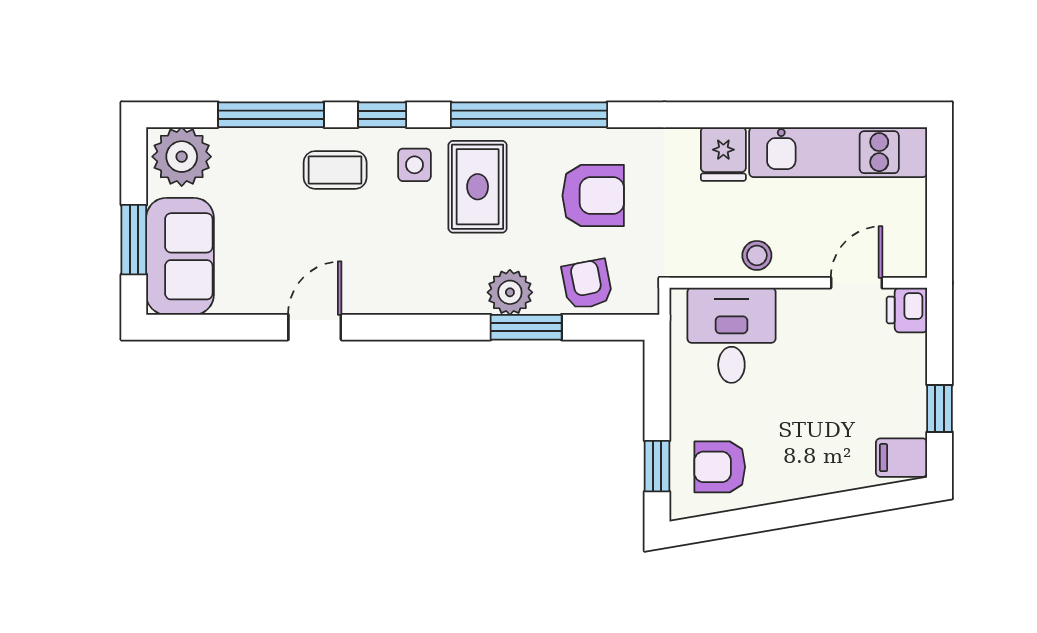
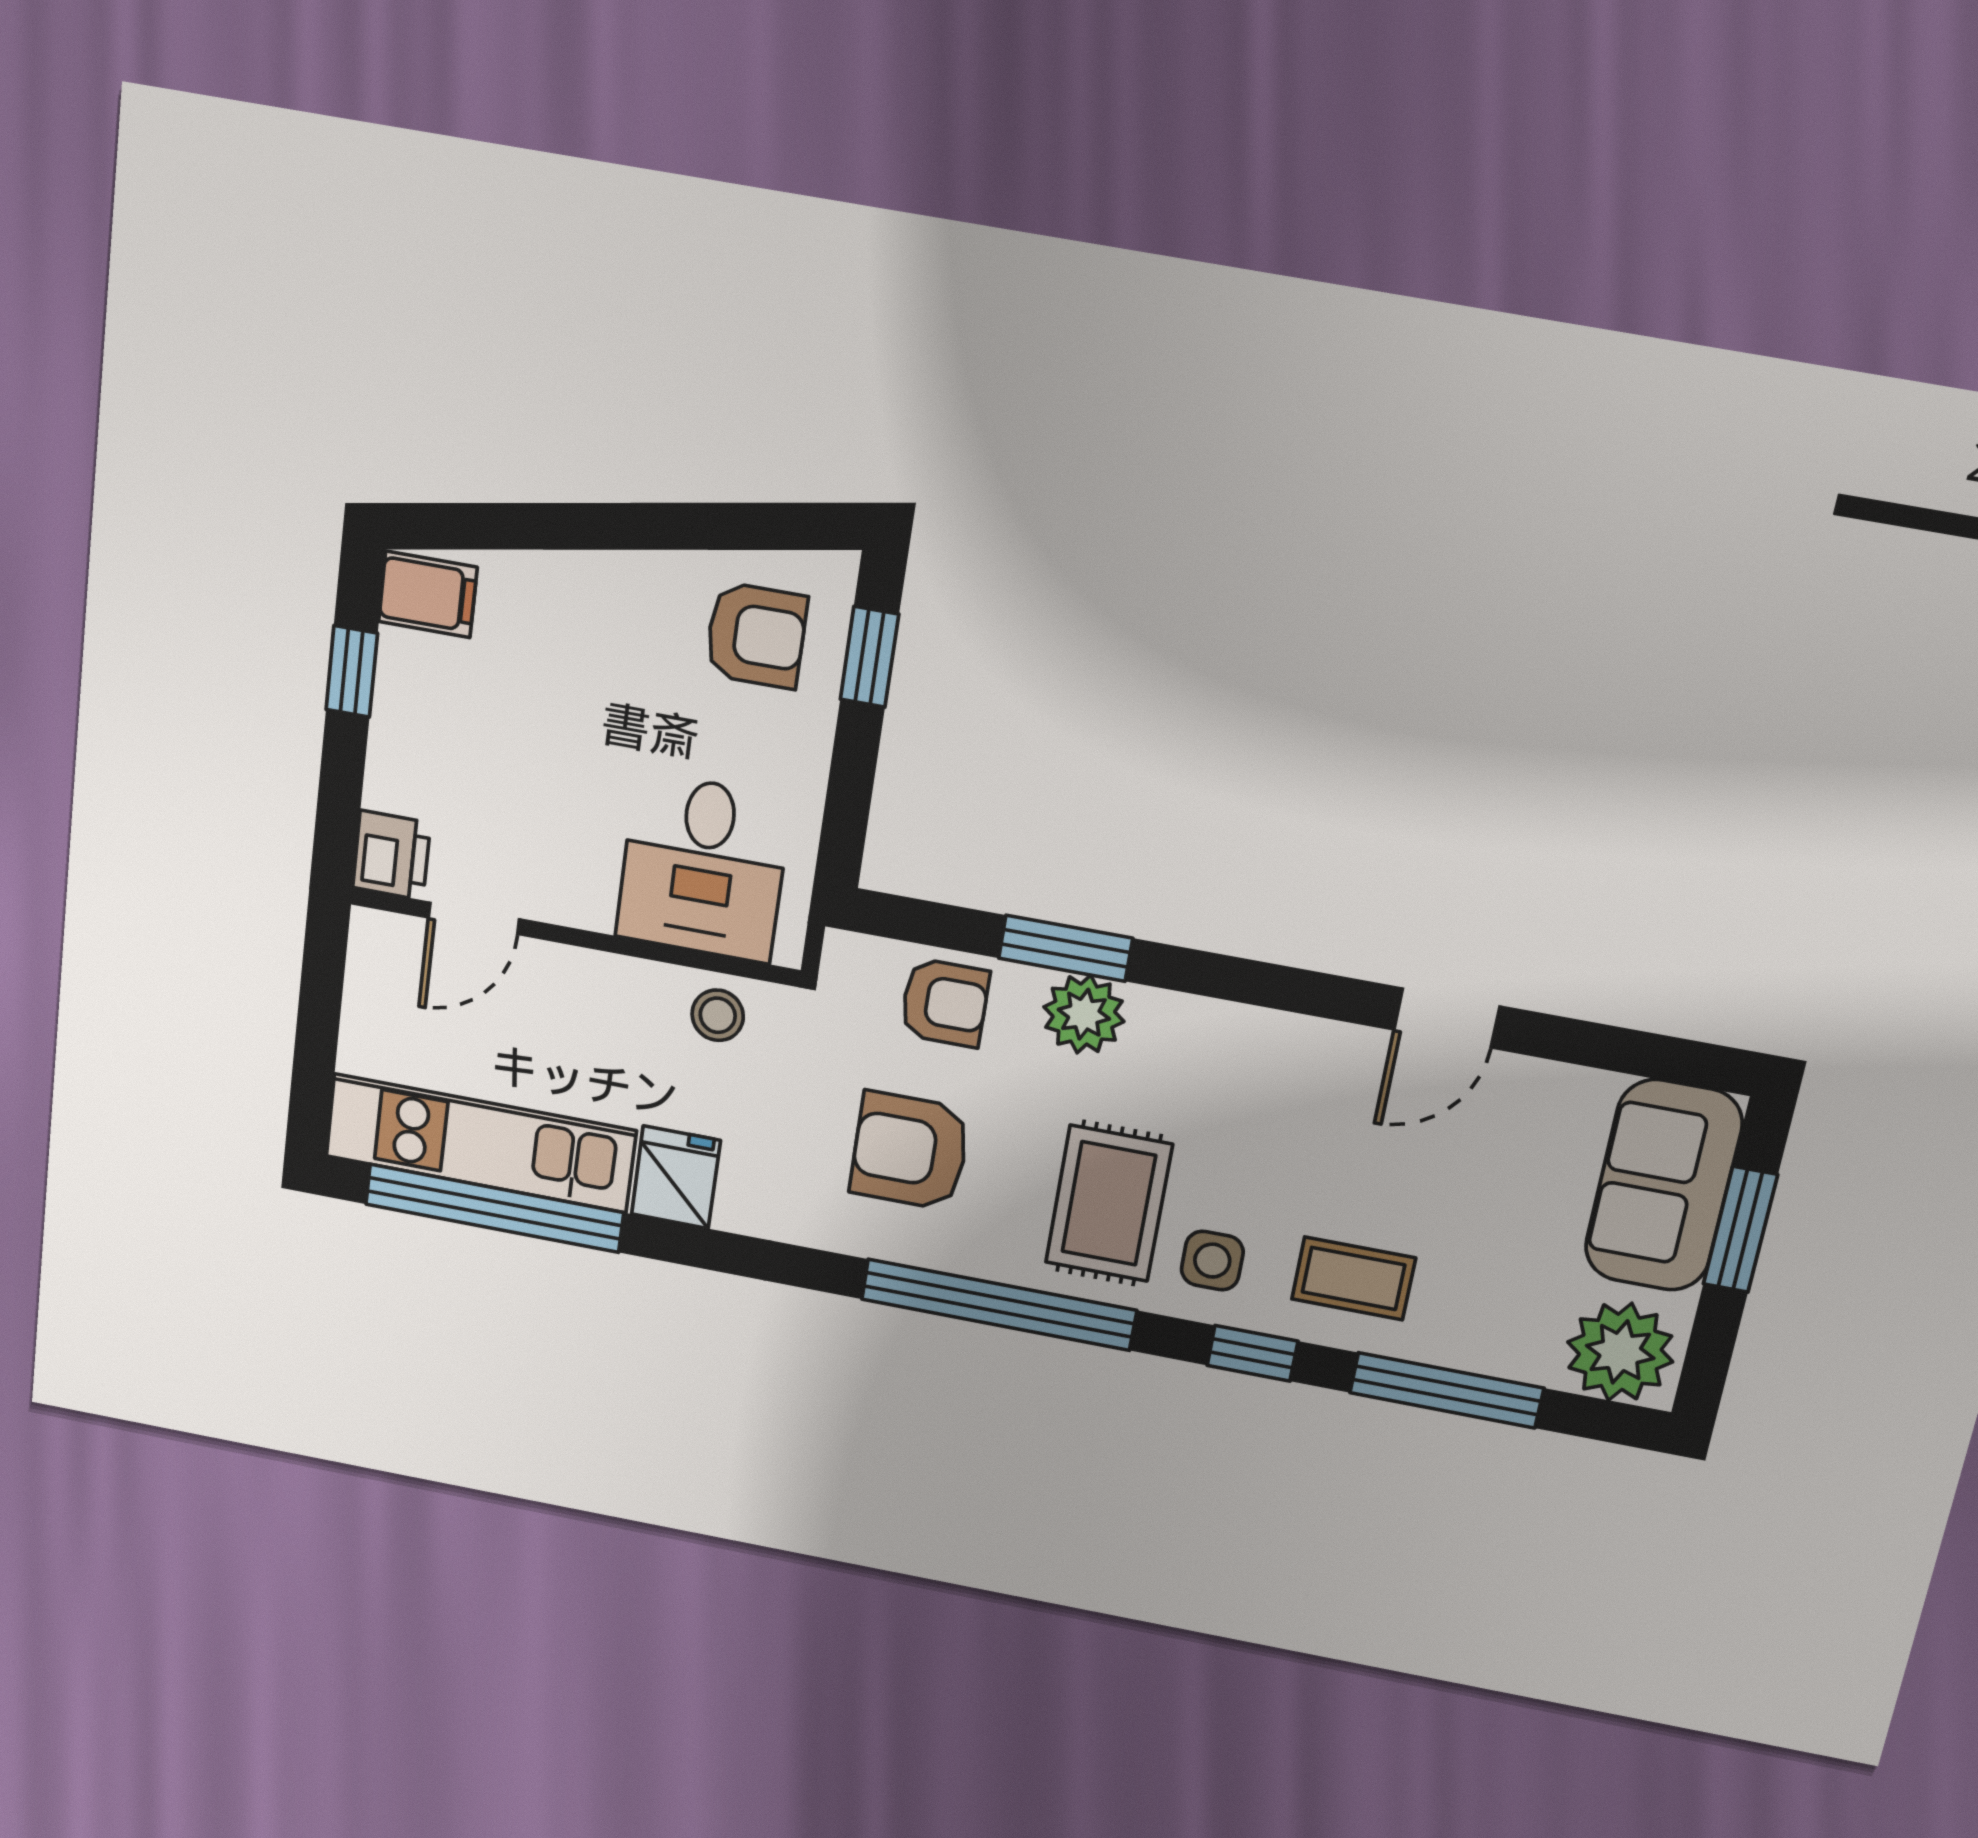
window: (826, 115) -> (494, 1208), added
stool: (757, 255) -> (718, 1015), moved
armchair: (587, 284) -> (945, 1003), turned -79

